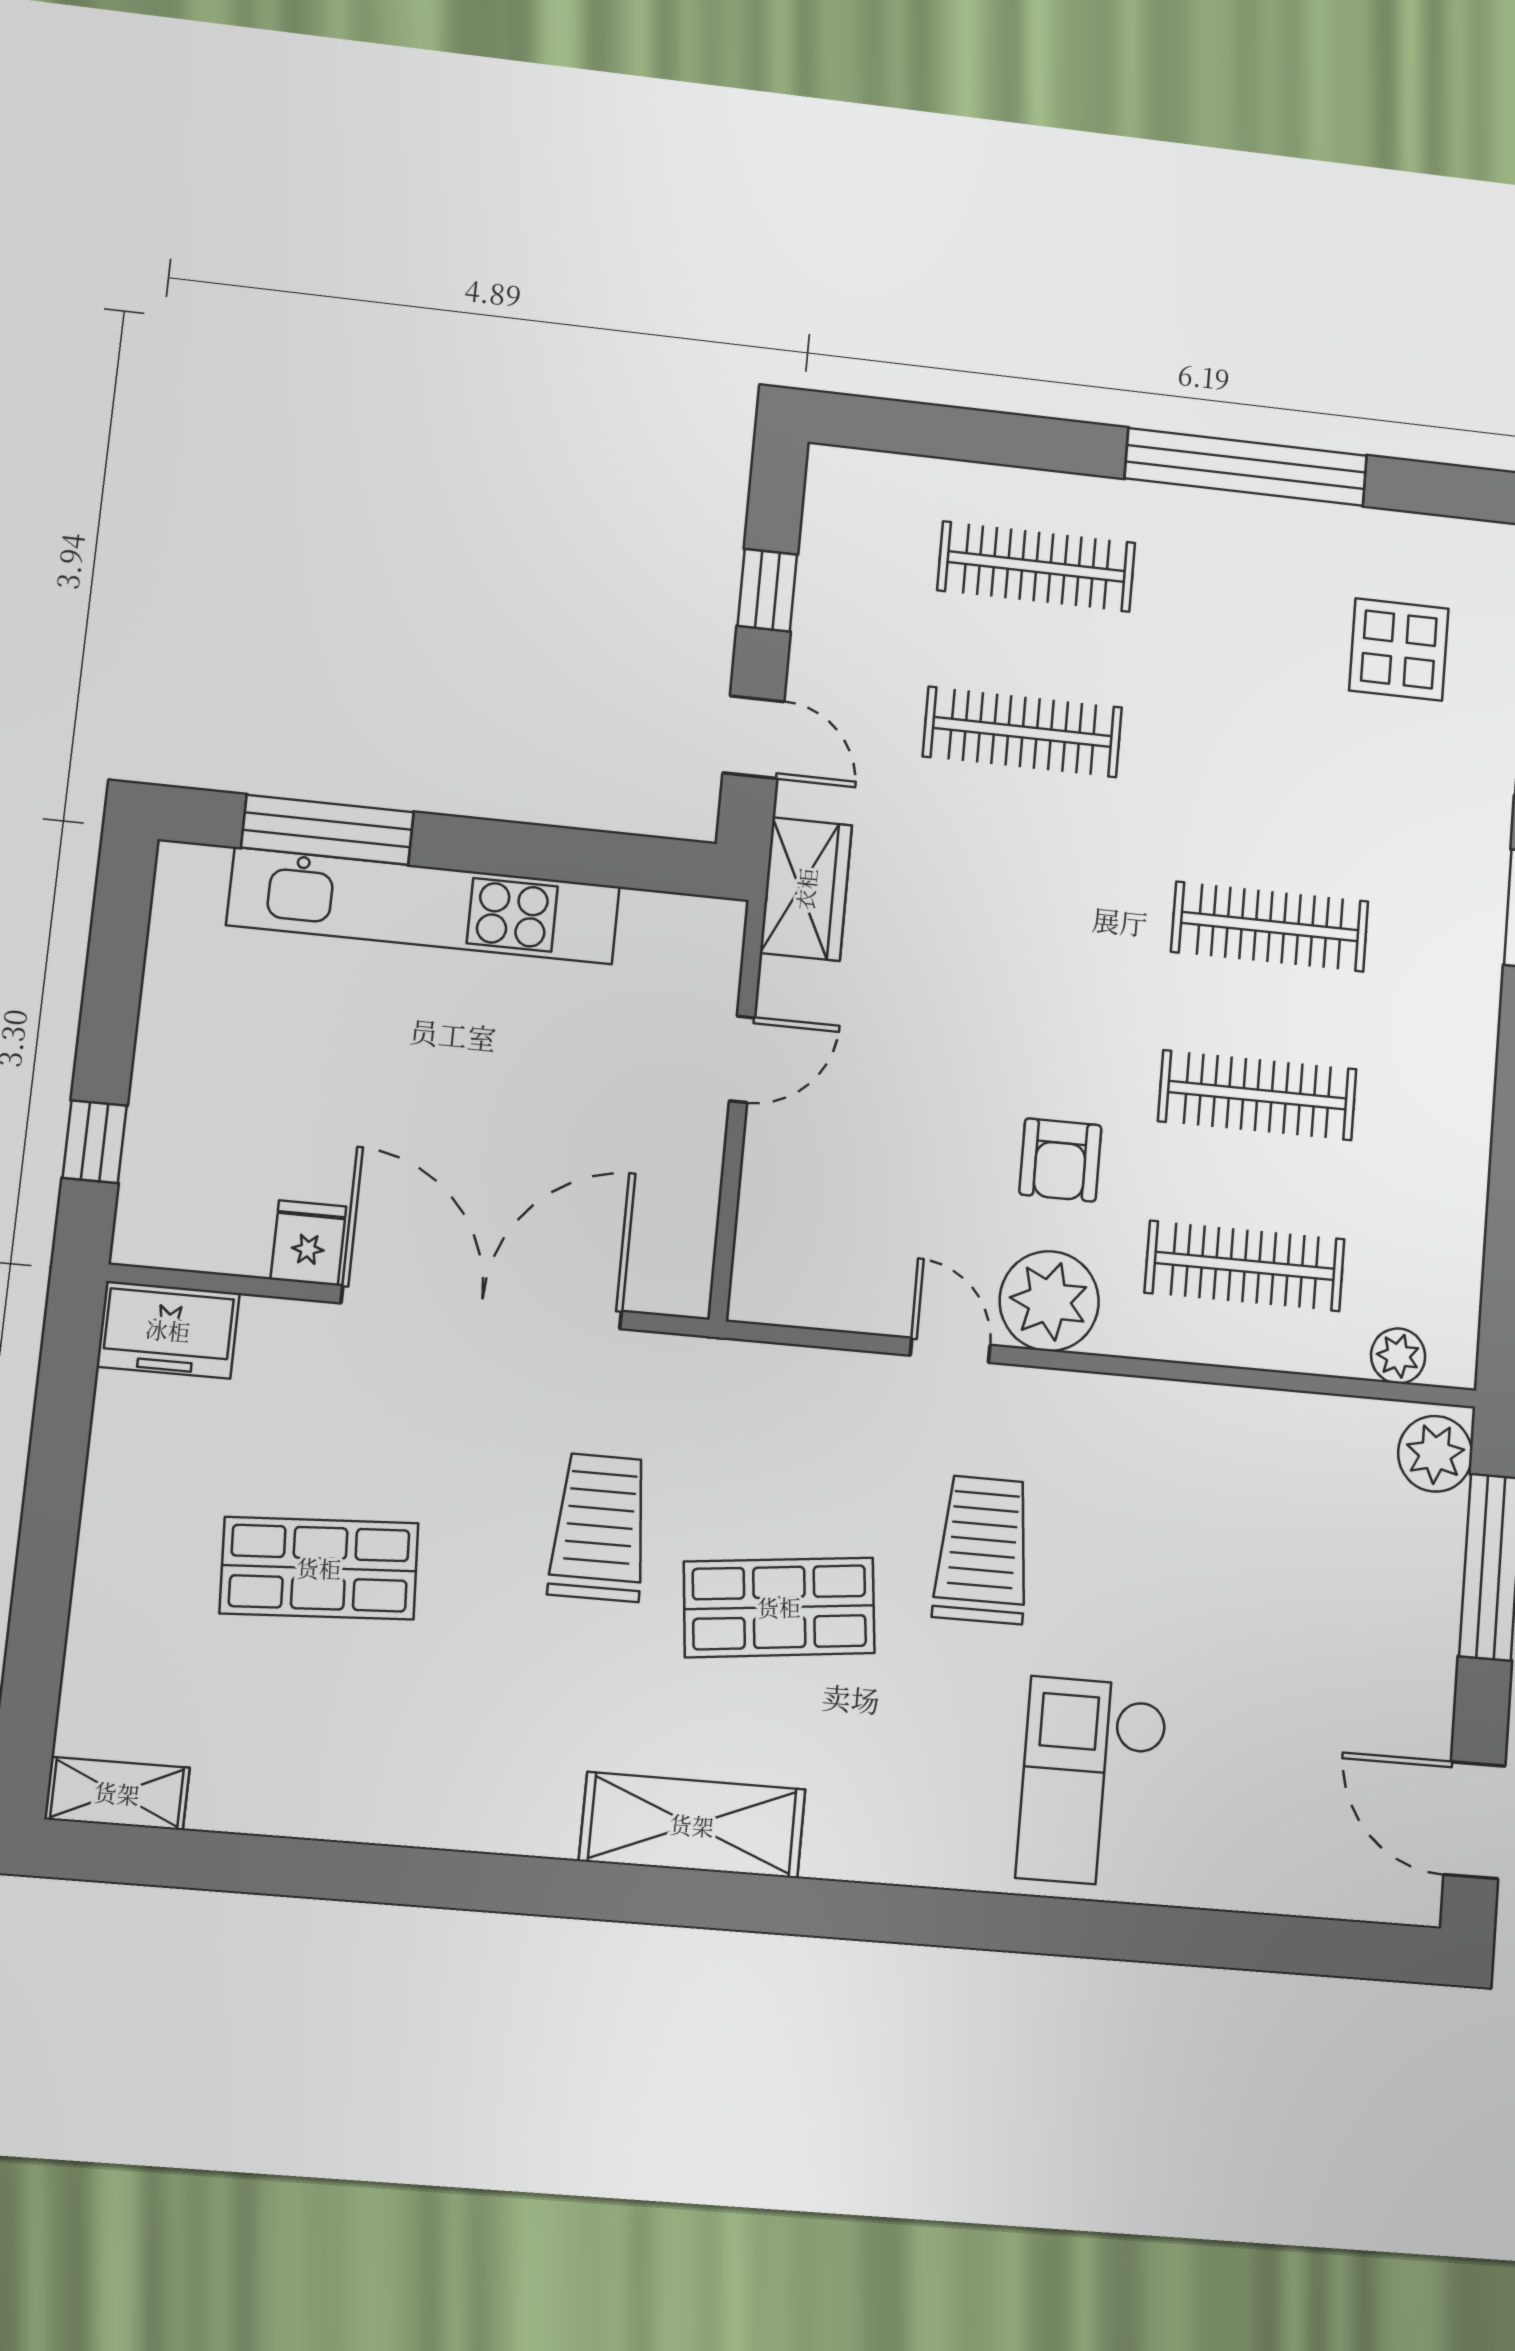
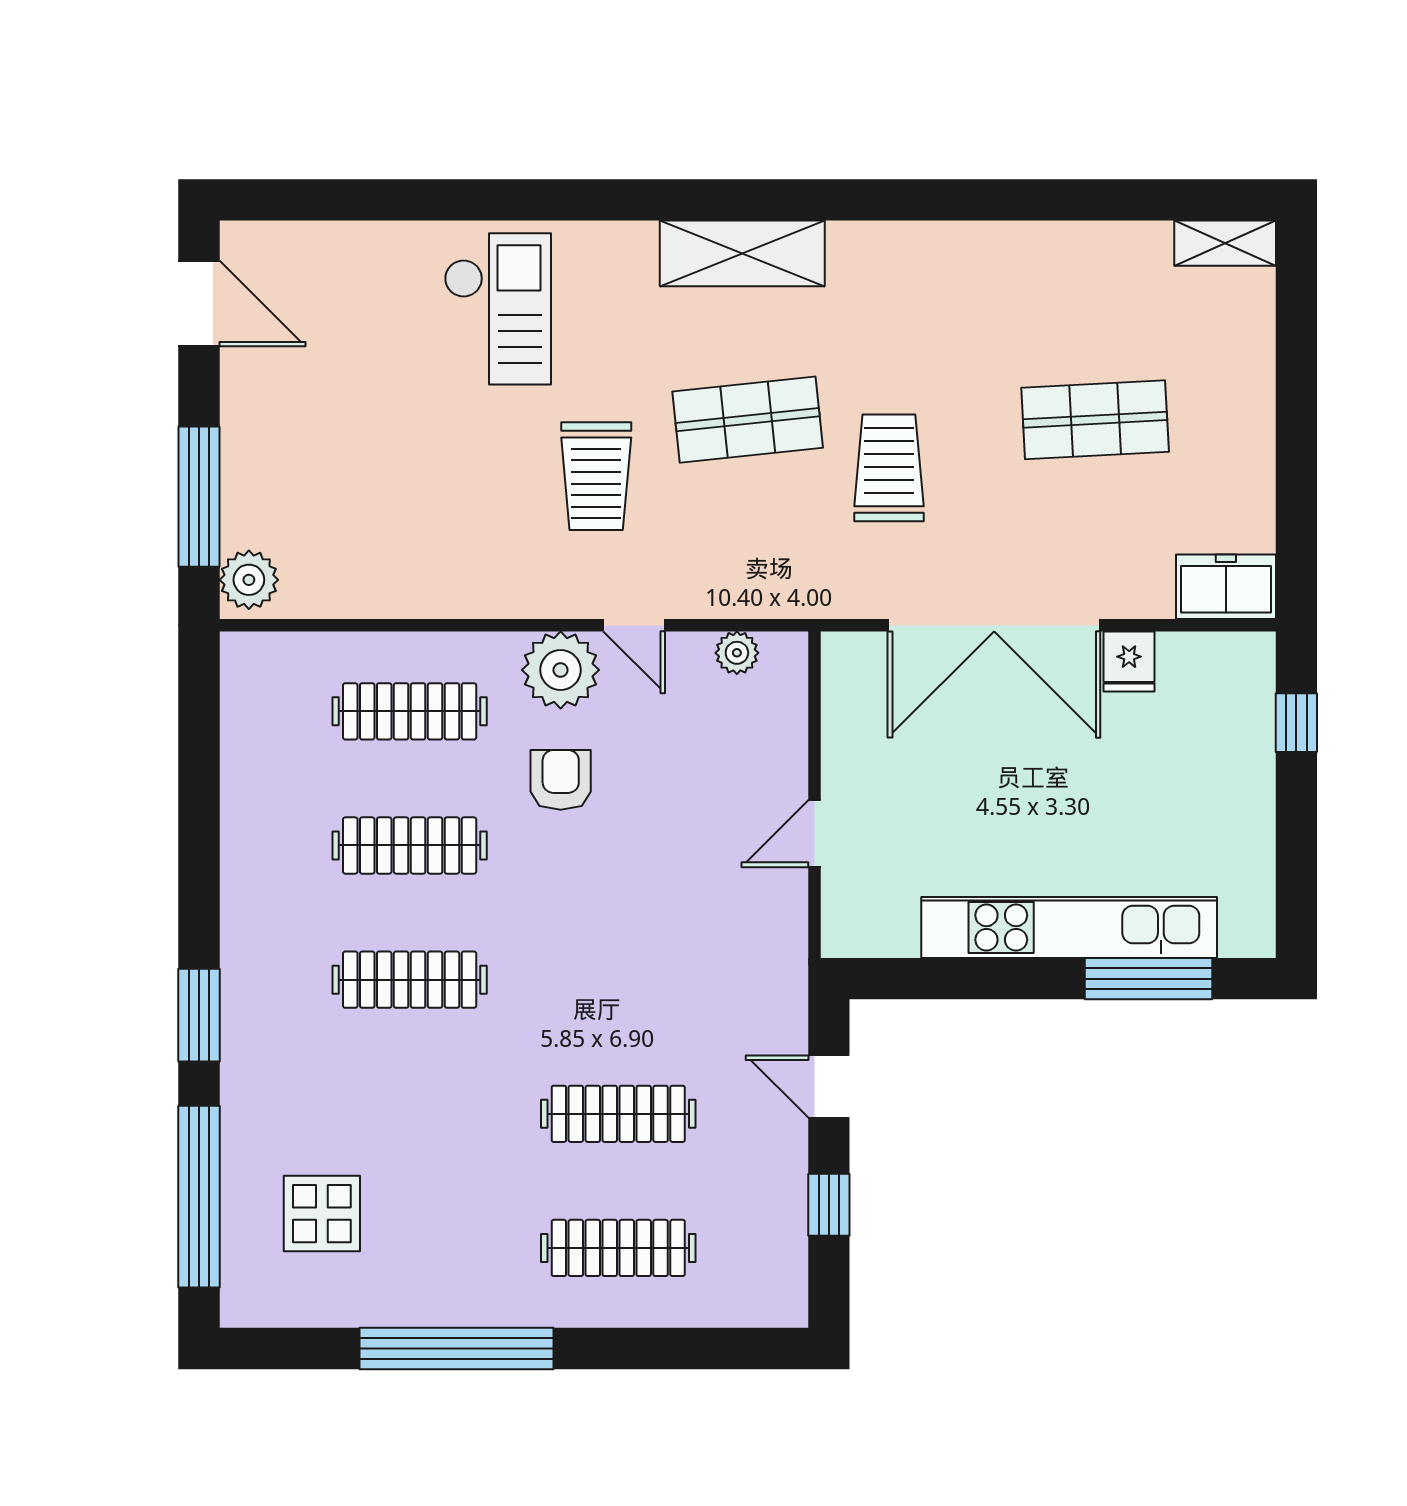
wardrobe: (806, 889) -> (777, 971), removed
plant: (1398, 1356) -> (737, 653), moved
trolley: (600, 1527) -> (889, 468), turned 180
shelving: (692, 1825) -> (742, 253), moved

